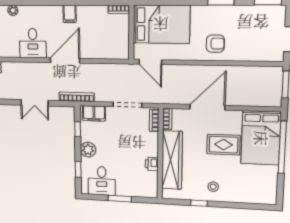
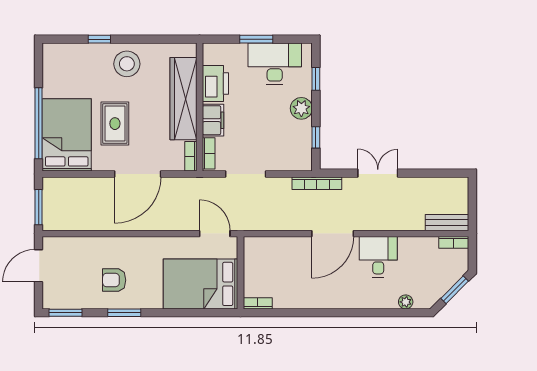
filing cabinet: (70, 14) -> (325, 297), removed
armchair: (215, 44) -> (114, 280), moved
filing cabinet: (94, 113) -> (213, 120), moved, turned 90
rug: (223, 145) -> (115, 124), turned 90
printer: (152, 164) -> (215, 83), width x1.87, depth x1.48
desk: (102, 181) -> (275, 64), width x1.37
stool: (213, 187) -> (127, 64), width x1.89, depth x1.89
window: (199, 203) -> (99, 39), moved

